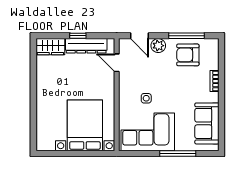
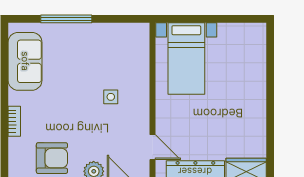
bed with nightstands: (85, 125) -> (186, 59), width x0.73
corner sofa: (148, 132) -> (109, 49), removed

